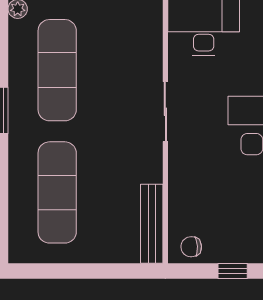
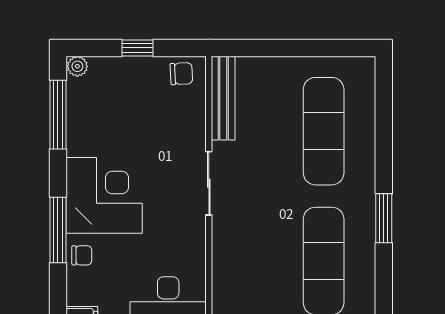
sliding door: (165, 112) -> (209, 183), moved

